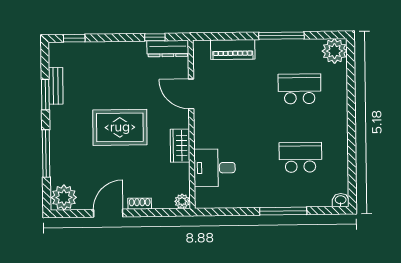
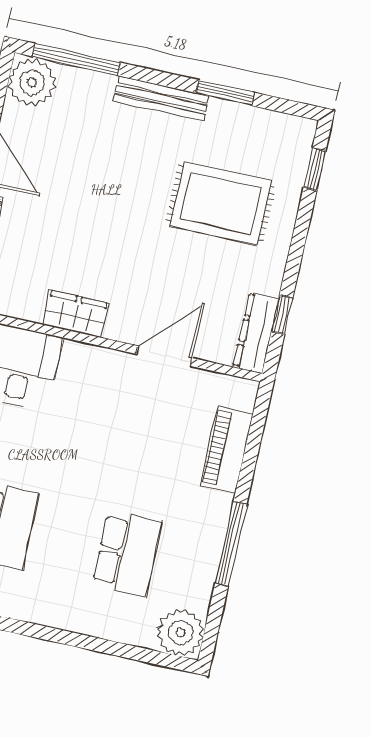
bench: (56, 86) -> (161, 98), moved, width x1.36
rug: (120, 127) -> (221, 204), moved, turned 90
window: (46, 153) -> (76, 59), moved

